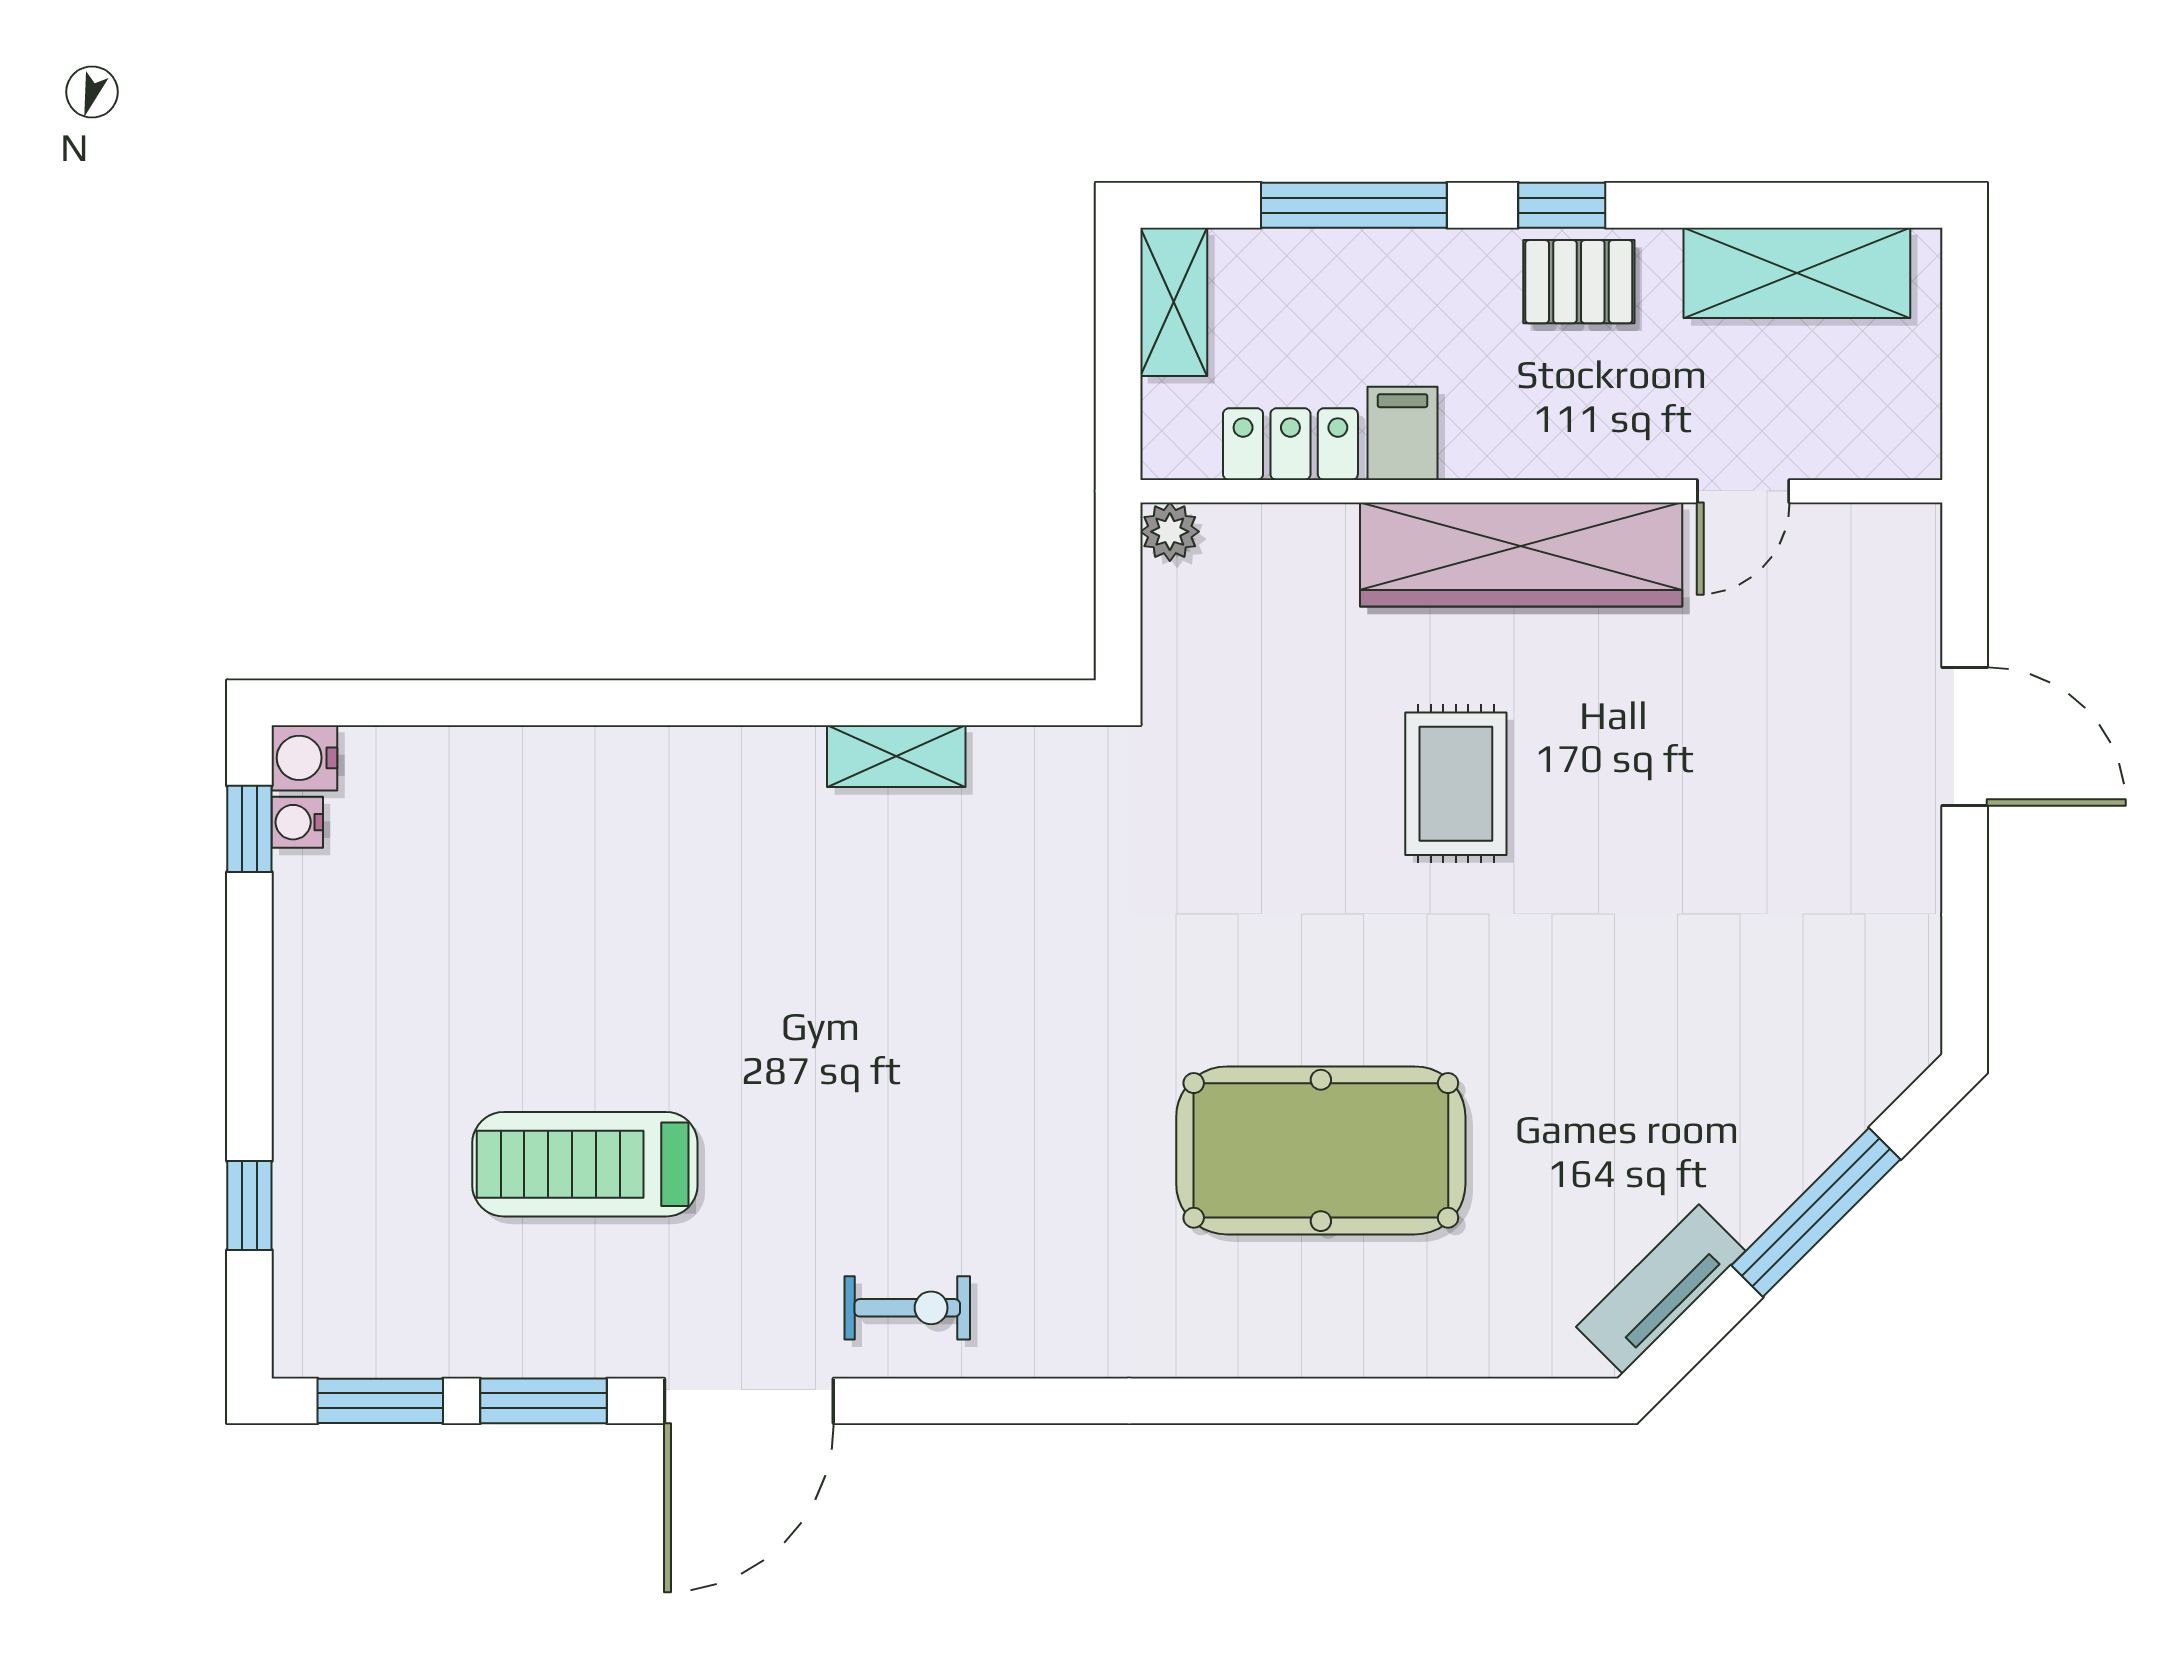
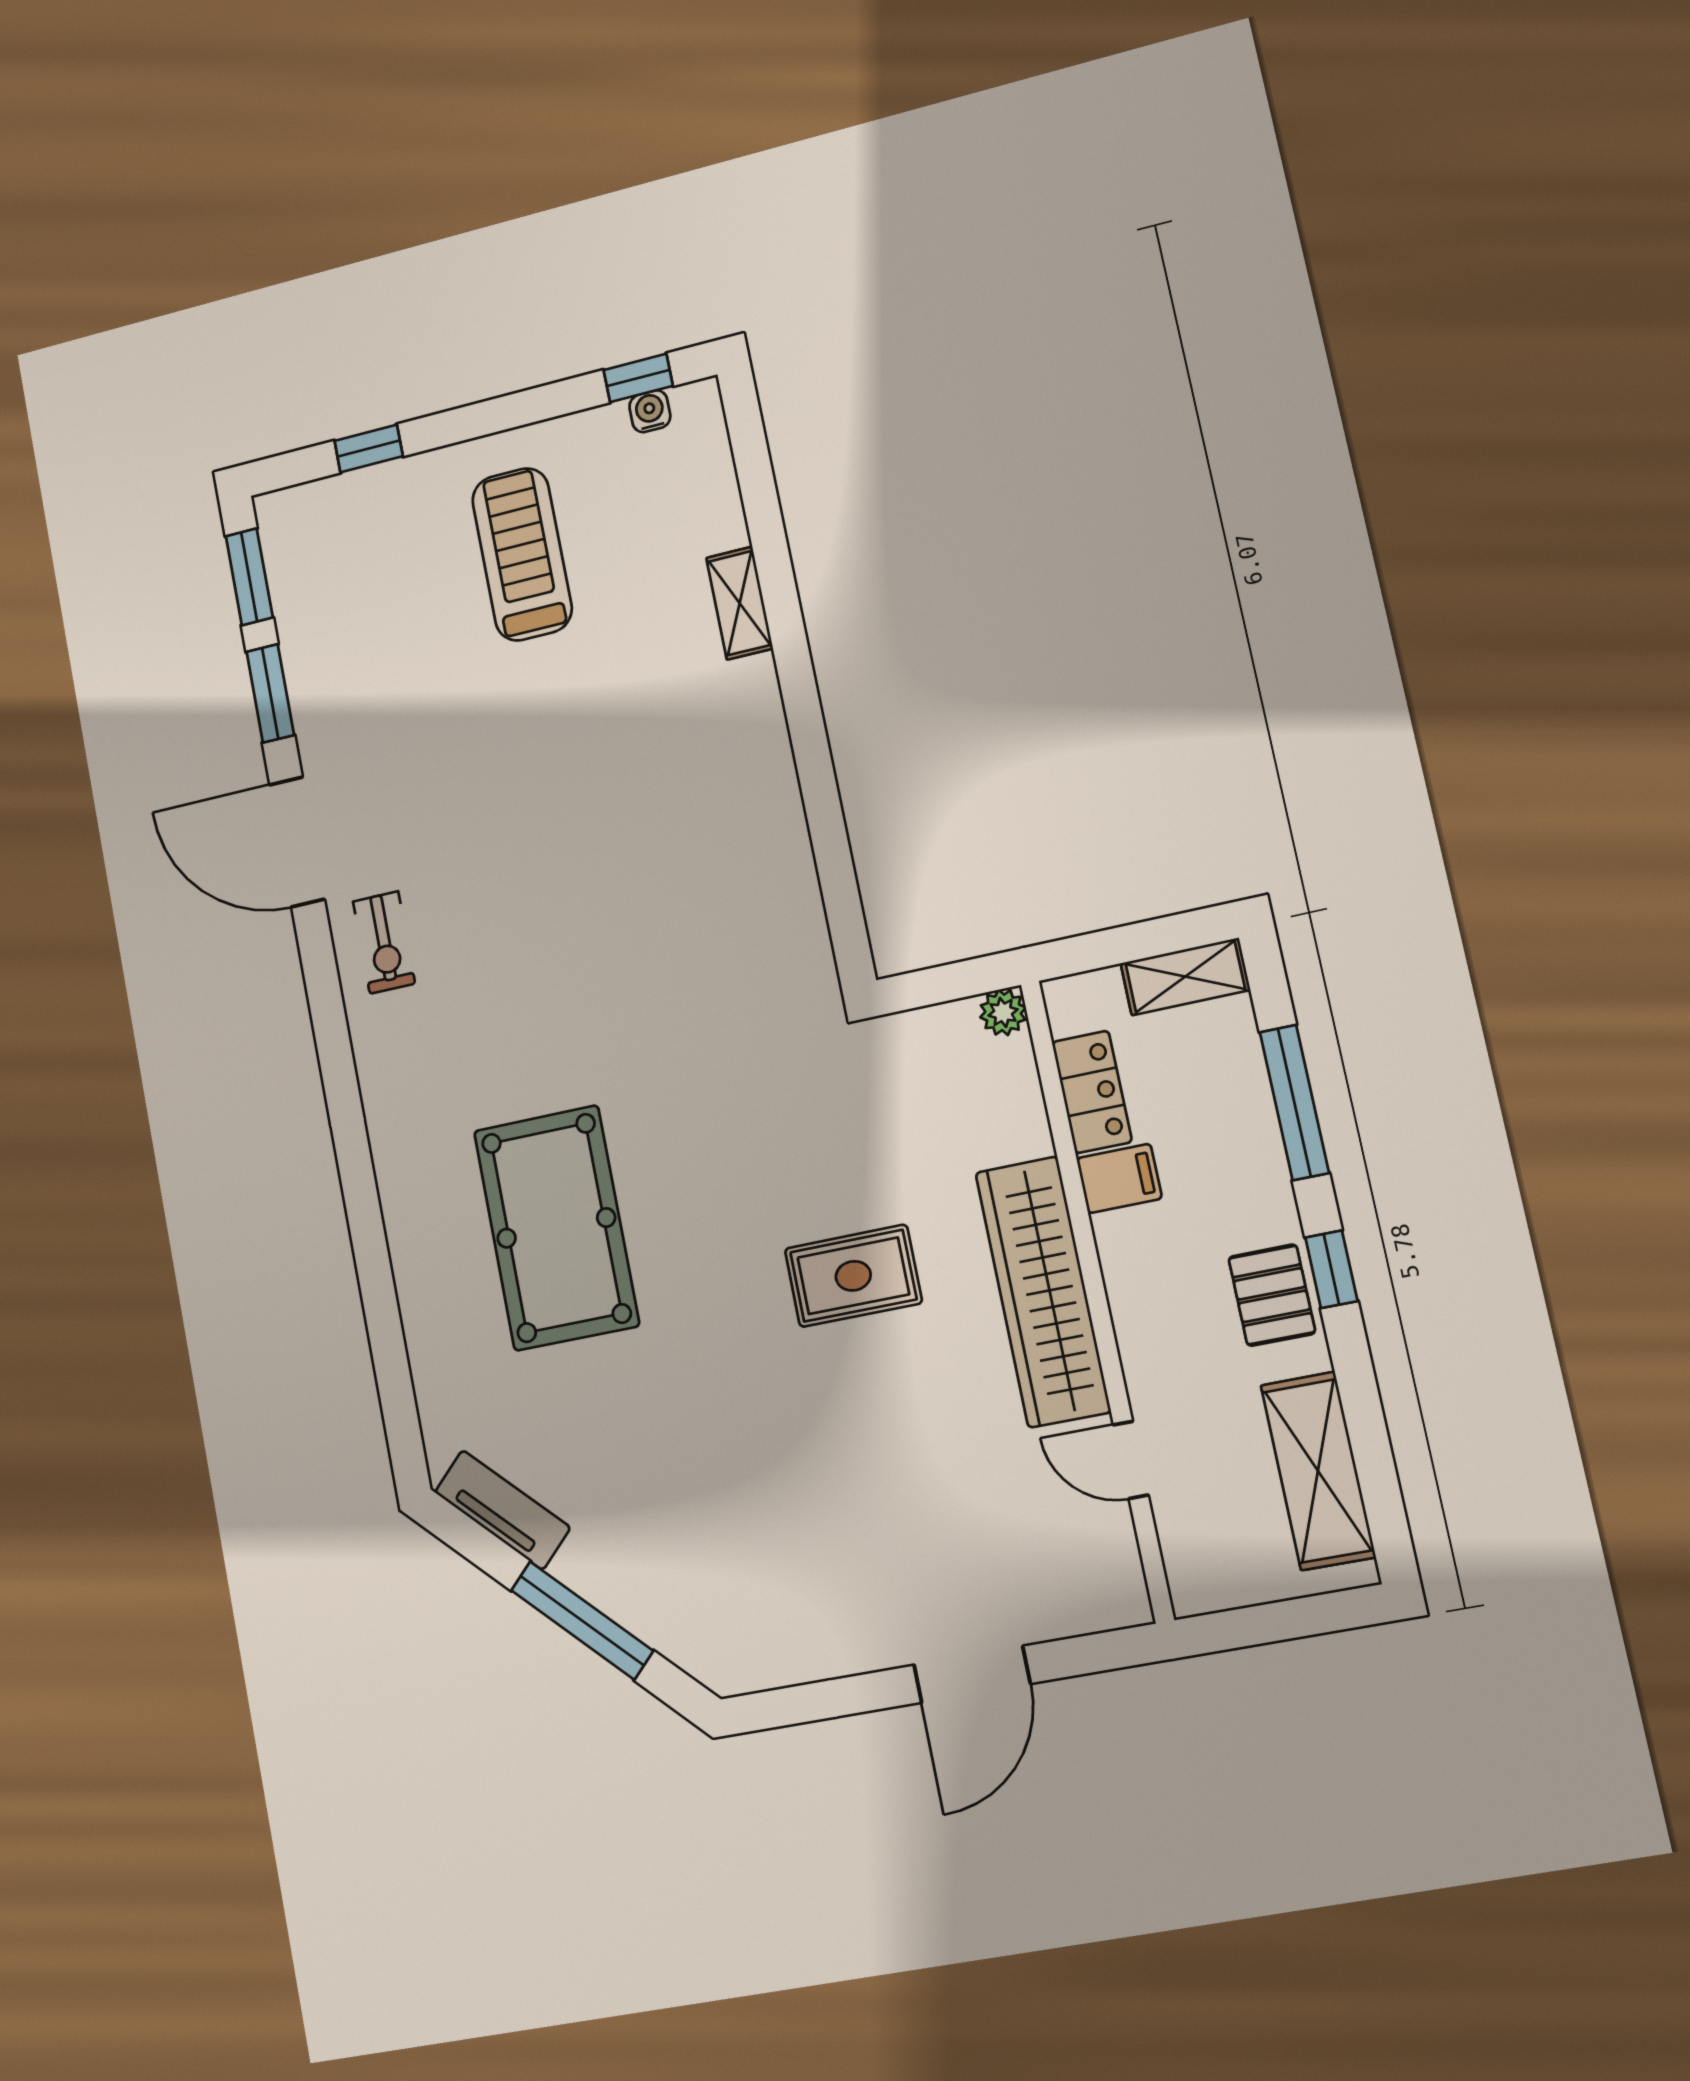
shelving: (896, 756) -> (740, 603), moved
water cooler: (304, 758) -> (698, 404), removed
treadmill: (585, 1164) -> (522, 554), moved

